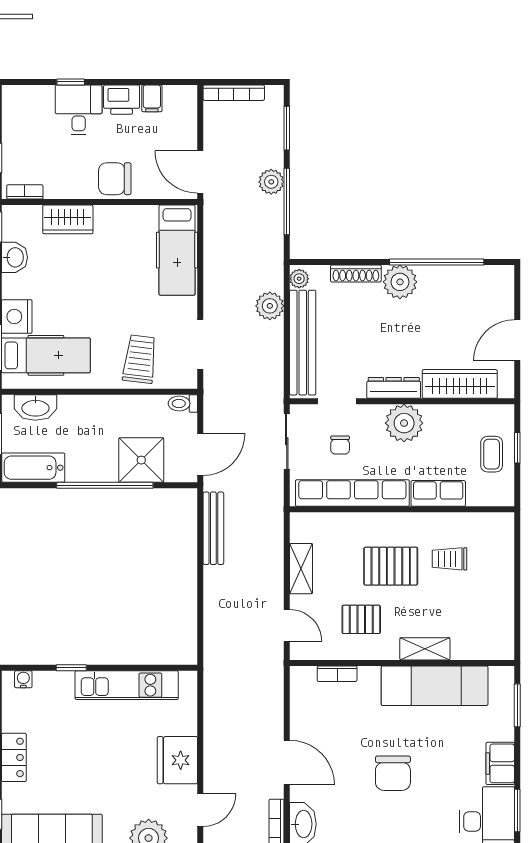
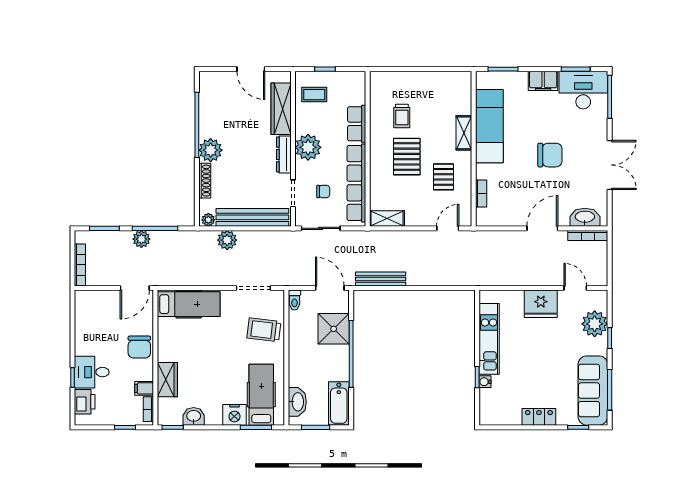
filing cabinet: (152, 98) -> (144, 388), moved, turned 180
printer: (122, 100) -> (85, 402), moved
coffee table: (492, 454) -> (314, 95), moved
shelving: (301, 569) -> (387, 218), moved
water cooler: (23, 679) -> (485, 382), moved

